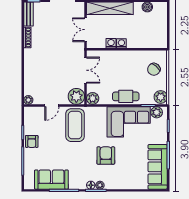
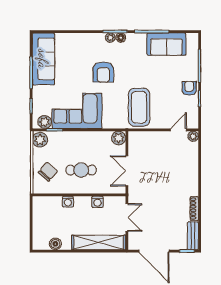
washing machine: (121, 43) -> (68, 202), moved
plant: (76, 96) -> (137, 140), removed
cafe table: (126, 96) -> (81, 170), moved
door: (52, 106) -> (178, 130), moved

